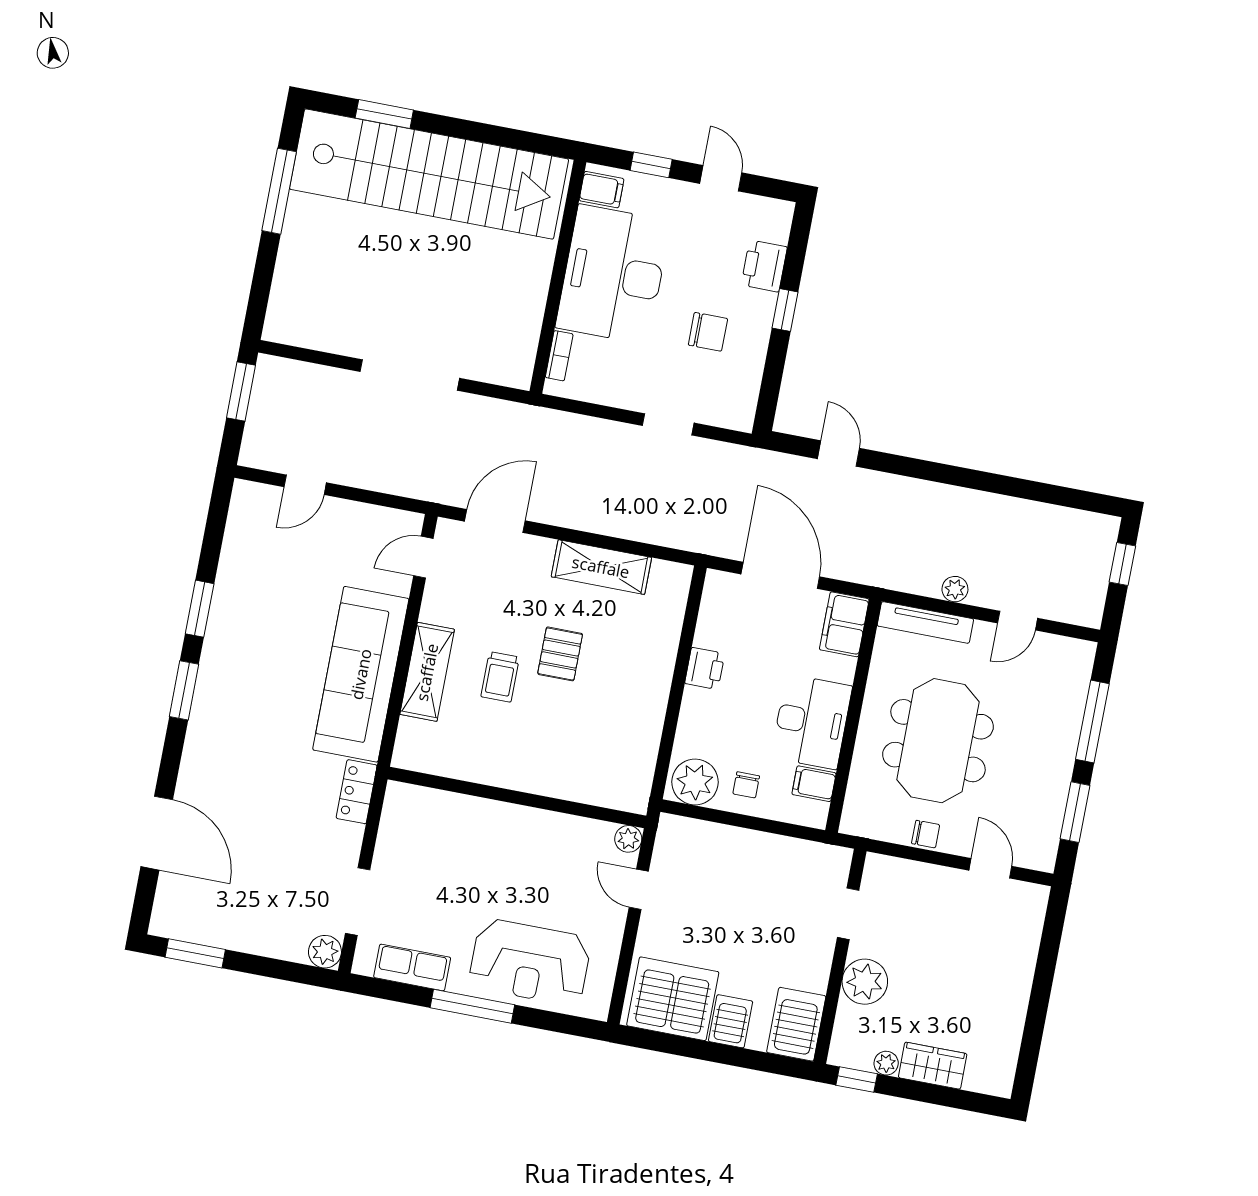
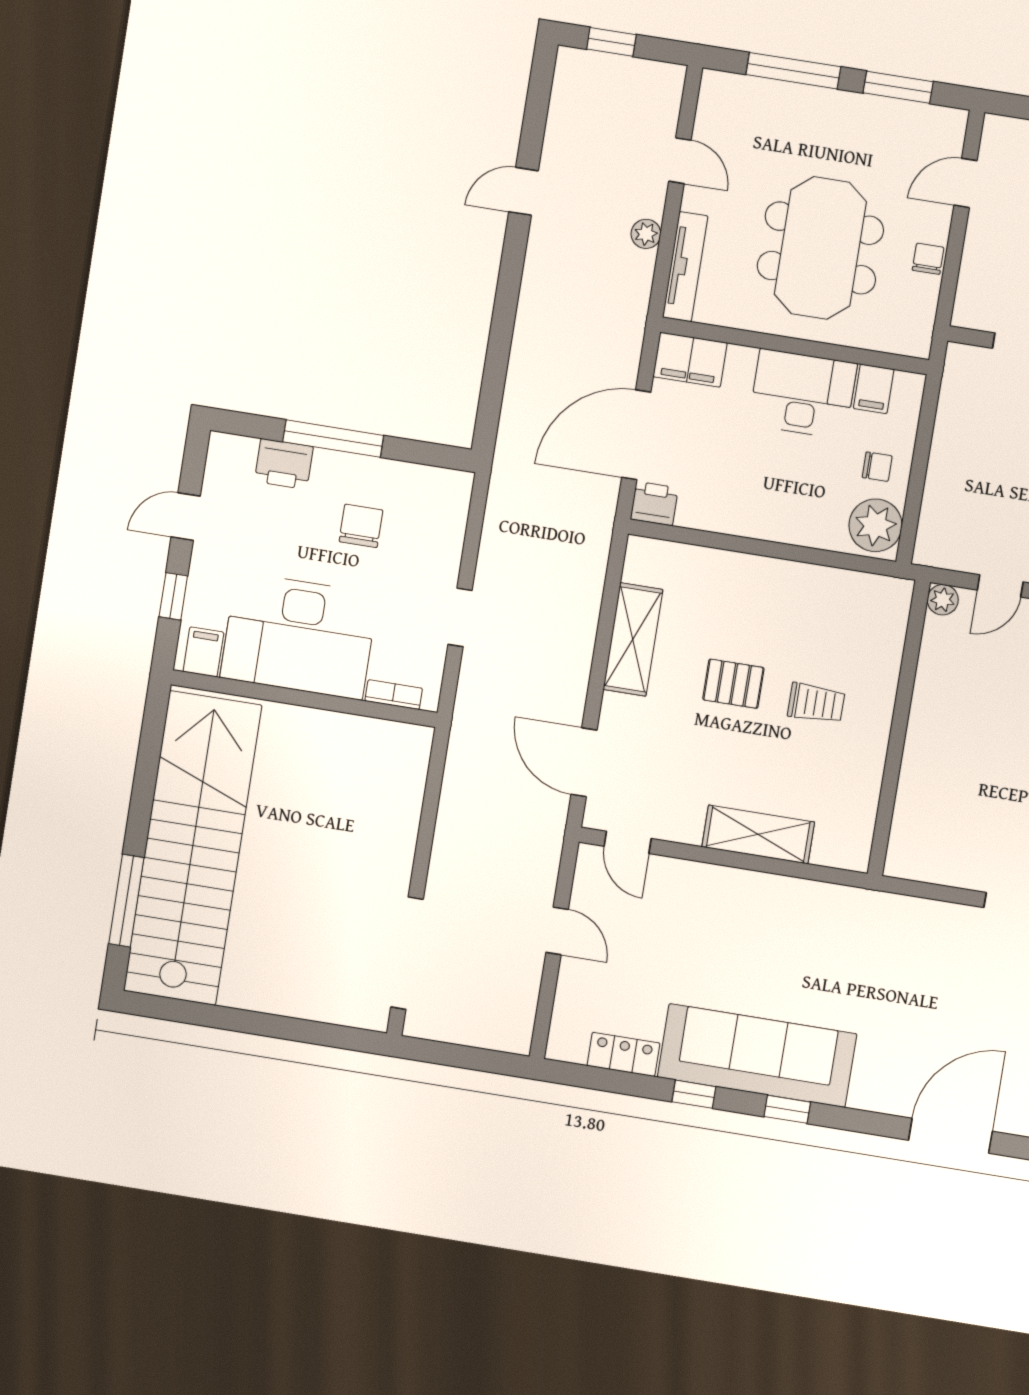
window: (384, 114) -> (126, 901), width x1.44
window: (279, 191) -> (218, 1017), removed
window: (785, 310) -> (333, 439), width x2.17
doorway: (410, 375) -> (407, 953), moved
window: (241, 392) -> (446, 1054), removed
doorway: (668, 424) -> (460, 617), moved
door: (839, 454) -> (524, 191), moved
door: (305, 485) -> (557, 931), moved
window: (200, 609) -> (694, 1094), width x0.67
printer: (705, 668) -> (654, 504), moved
sofa: (361, 674) -> (757, 1056), moved, turned 180
trolley: (500, 677) -> (816, 703), moved
window: (184, 690) -> (787, 1109), width x0.67
meeting table: (938, 741) -> (820, 248), turned 90
locker: (357, 792) -> (623, 1054), moved, turned 180

